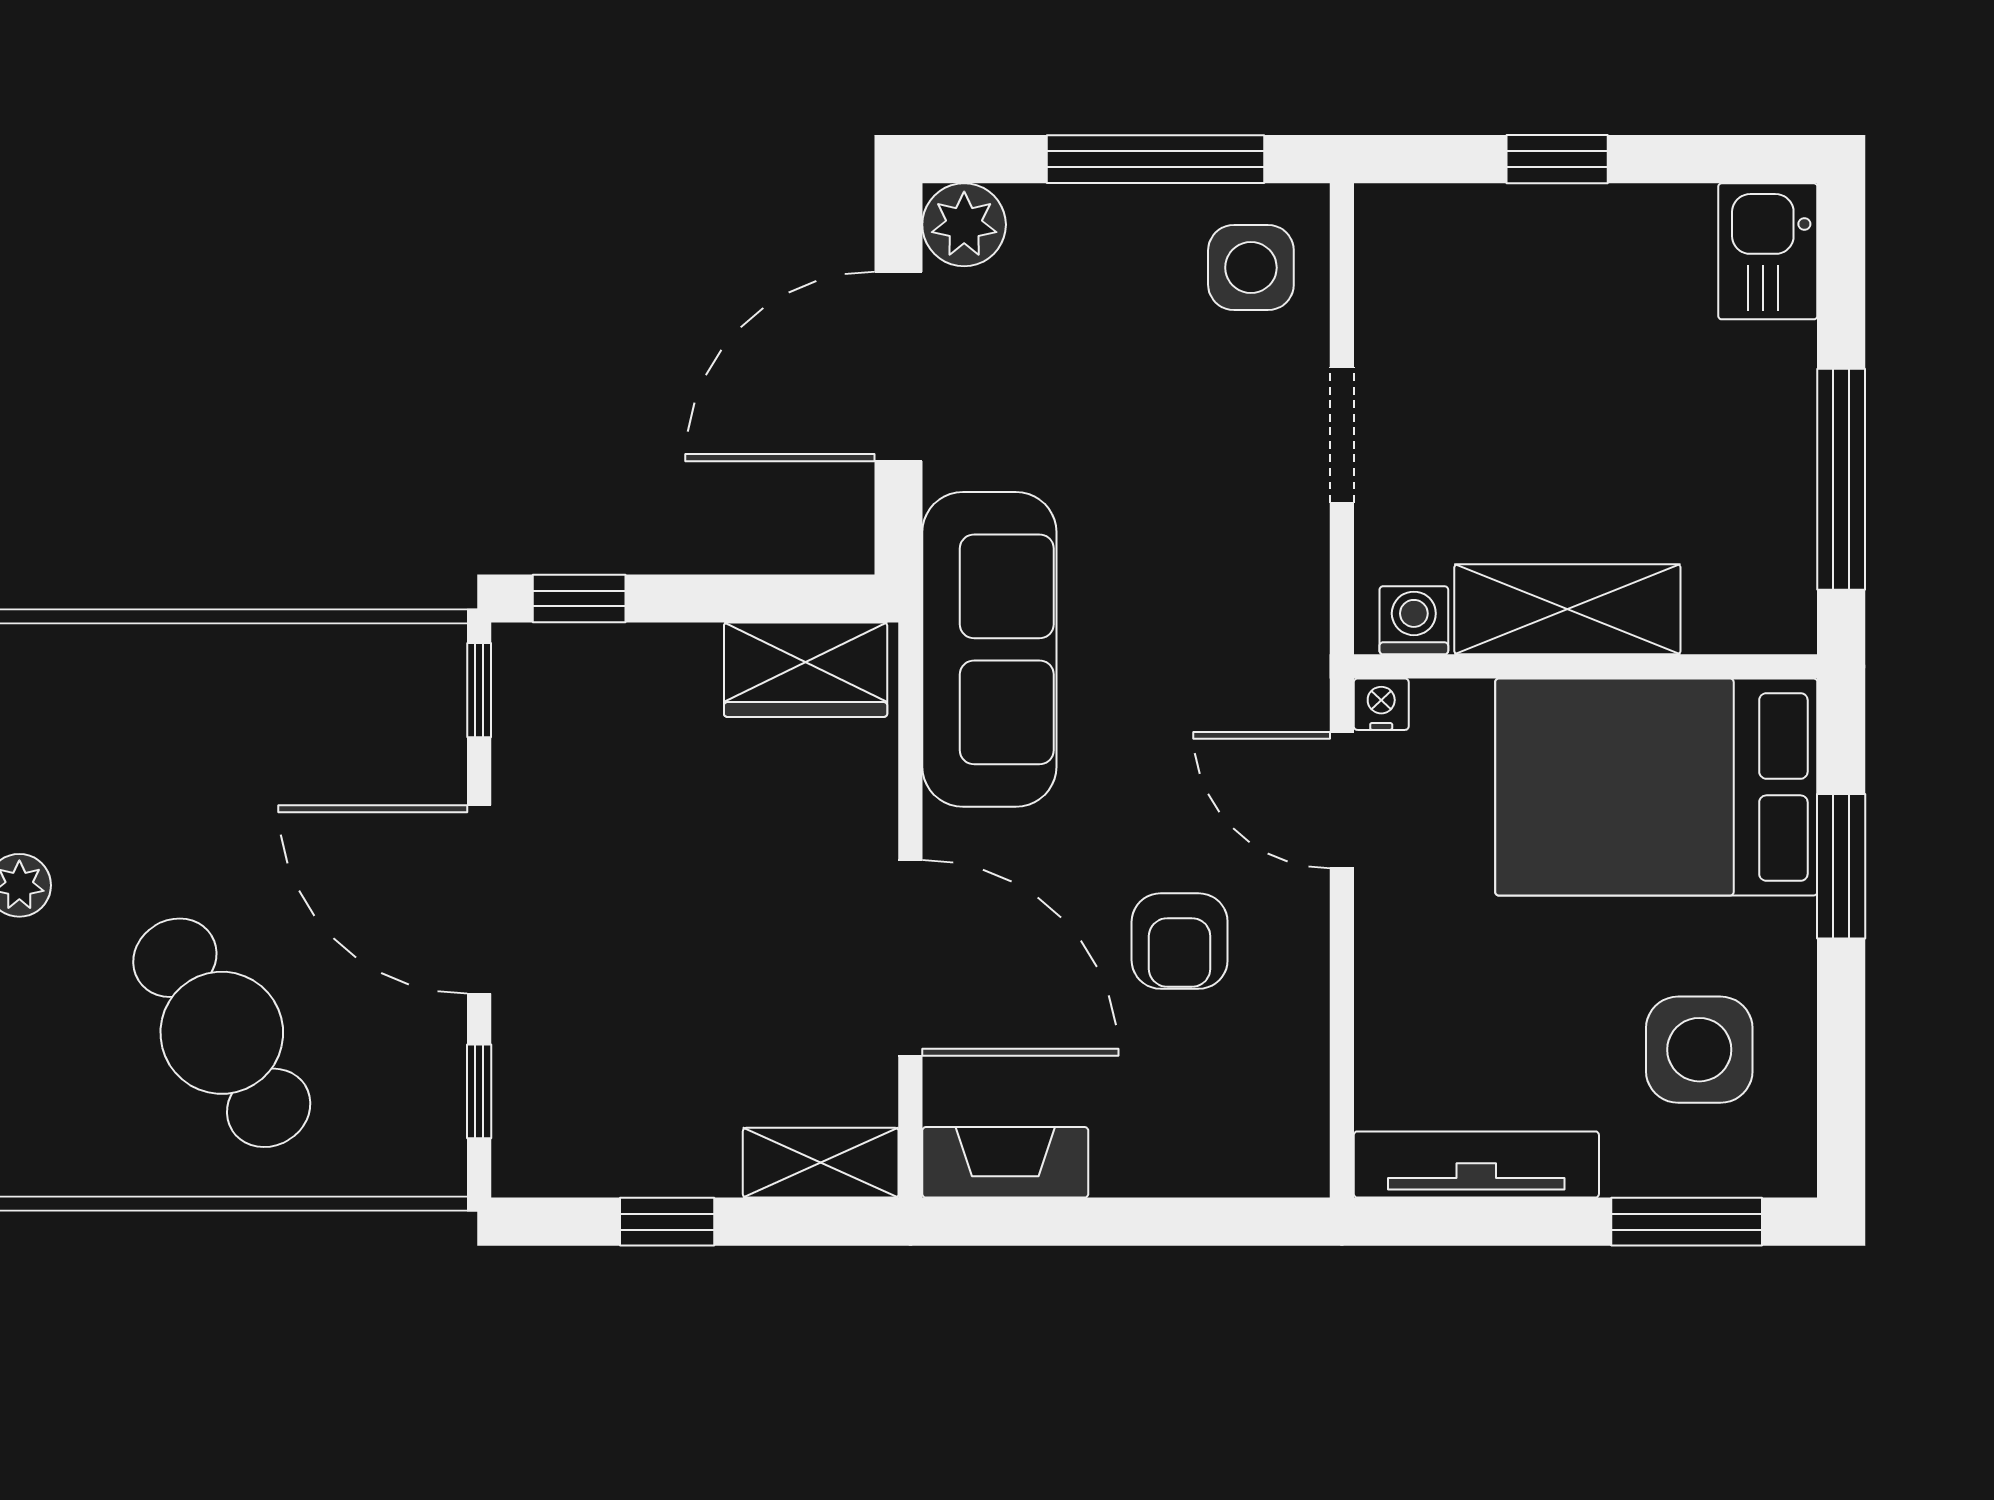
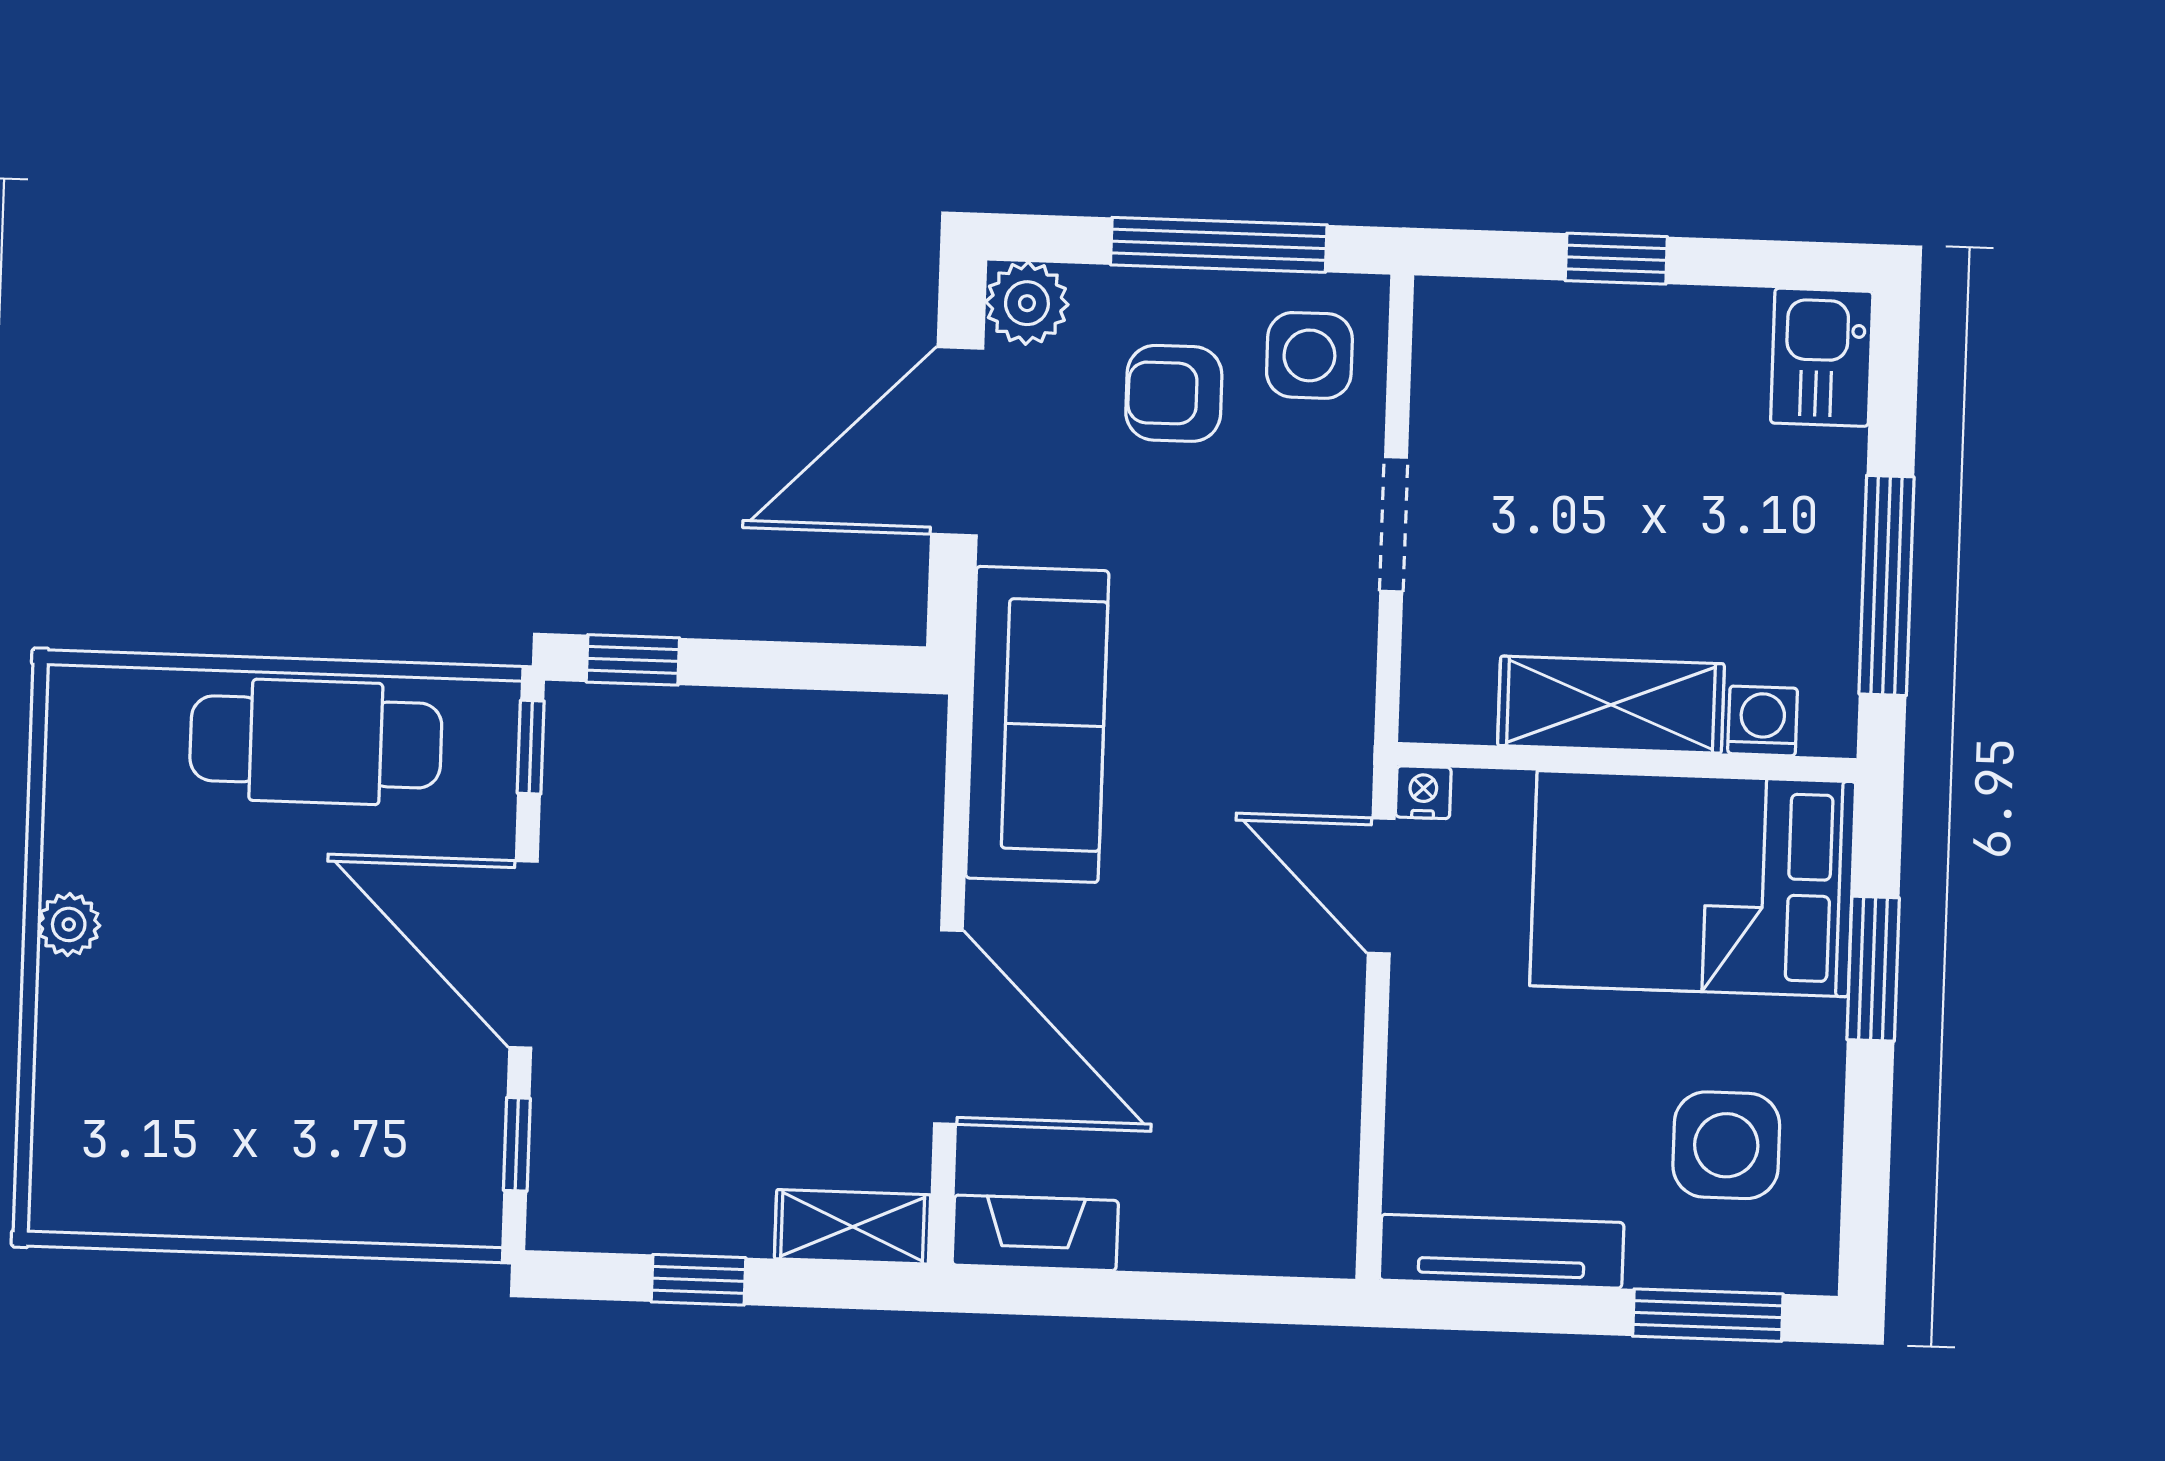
washing machine: (1414, 620) -> (1763, 721), moved
wardrobe: (806, 670) -> (855, 738), removed
armchair: (1180, 941) -> (1174, 393), moved, turned 90
cafe table: (222, 1033) -> (316, 742), moved, turned -58

